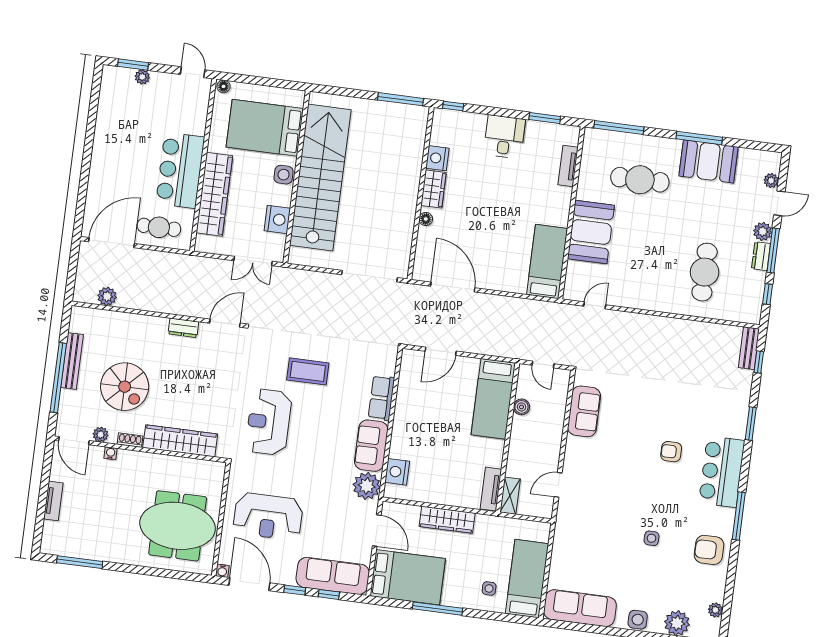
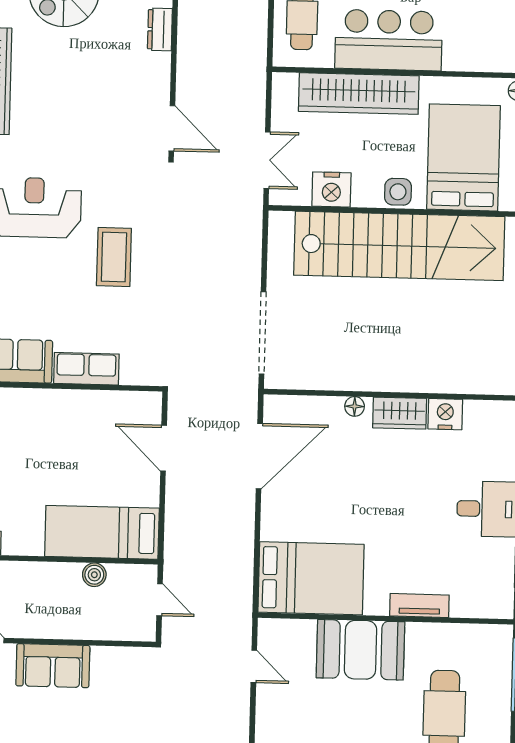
tv unit: (568, 166) -> (419, 605), moved
double door: (253, 261) -> (267, 160), swing flipped
bed: (547, 262) -> (311, 578), width x1.50
dresser: (183, 328) -> (160, 29), moved
door: (543, 364) -> (160, 600), swing flipped
sofa: (584, 411) -> (53, 666), moved

